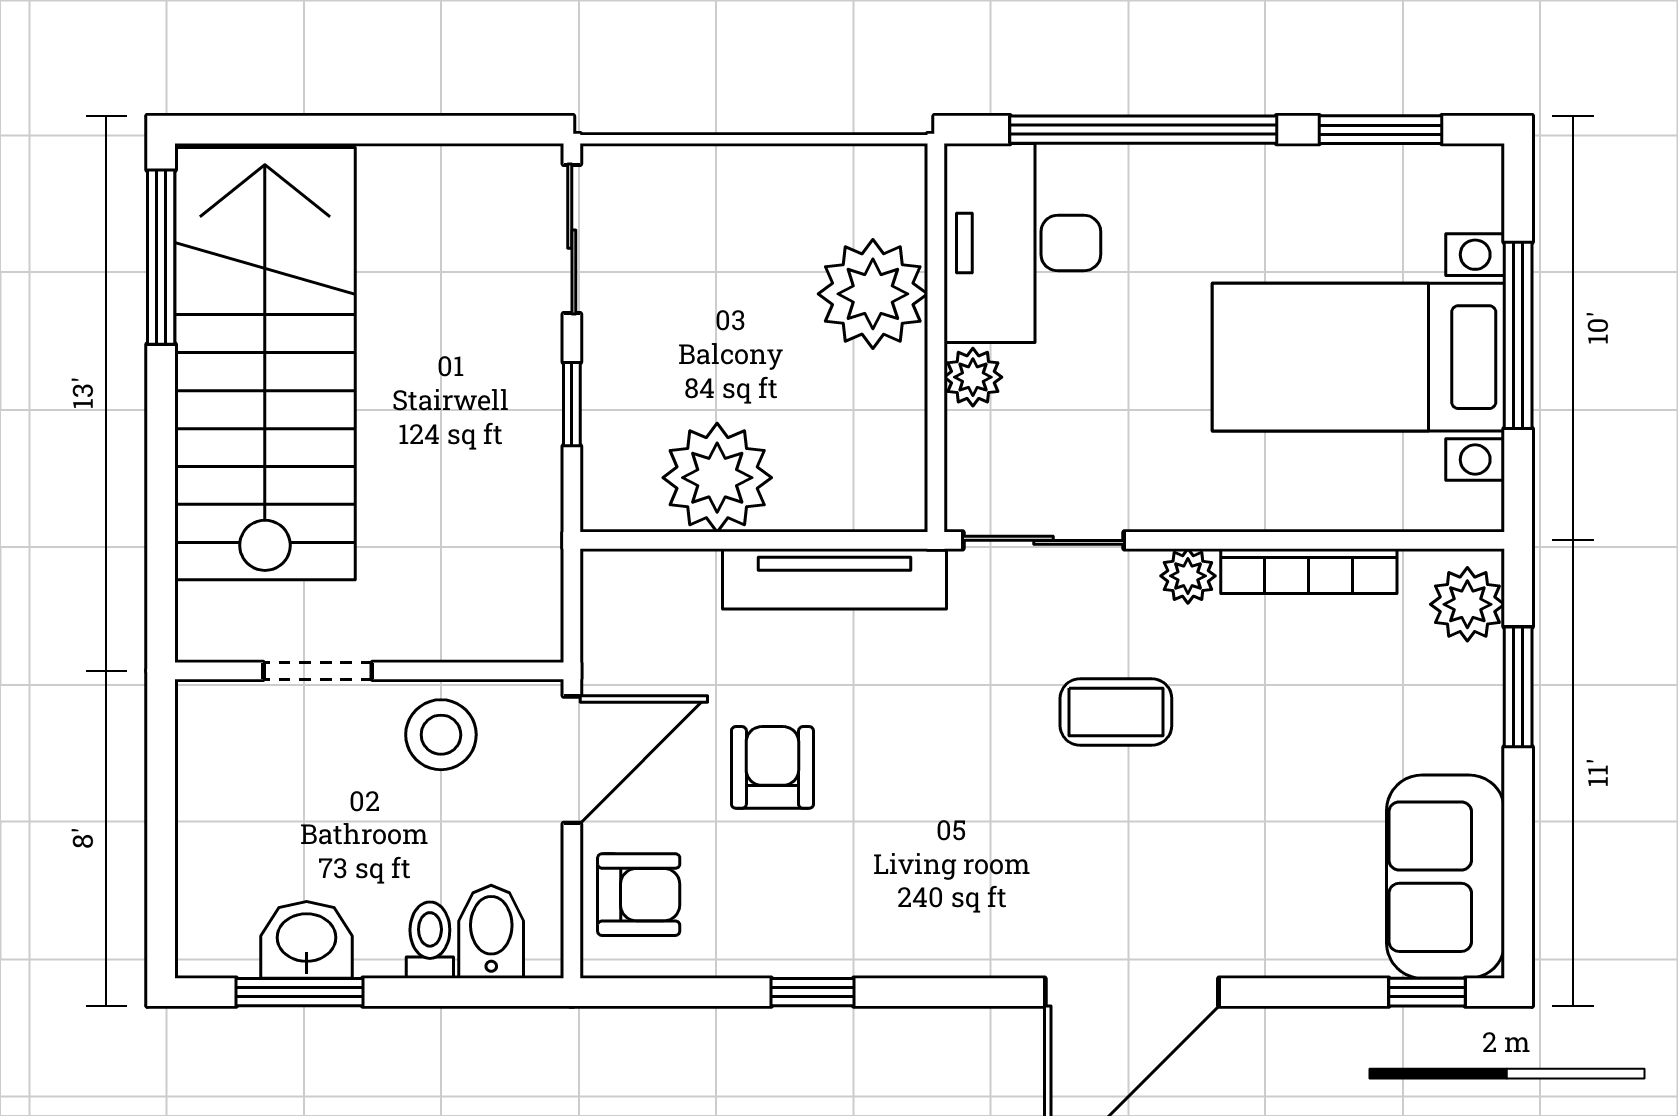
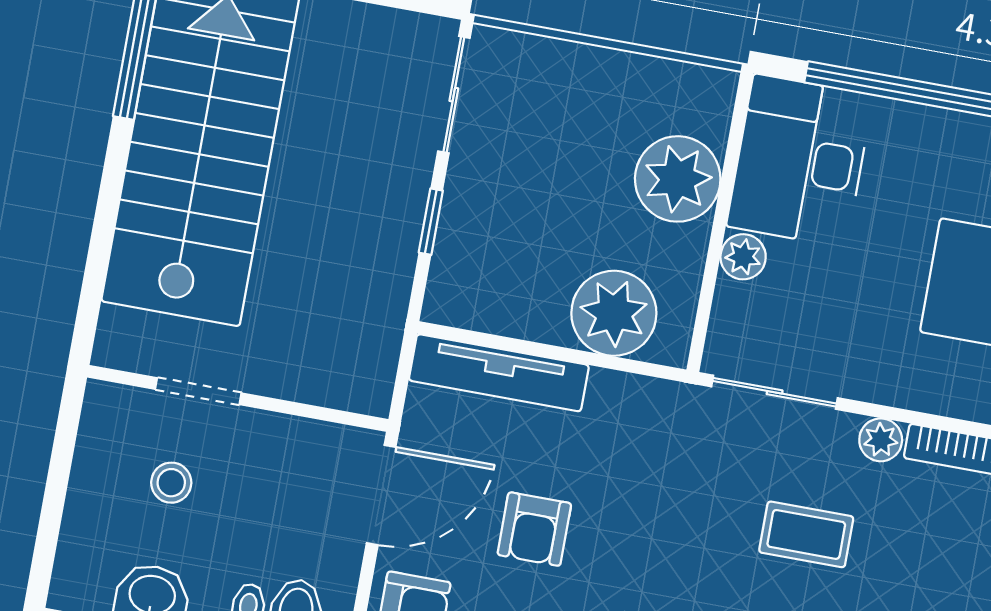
plant: (717, 478) -> (614, 313), moved
tv unit: (835, 579) -> (499, 373), moved
stool: (441, 735) -> (171, 483), moved, width x0.73, depth x0.73
armchair: (772, 767) -> (534, 529), turned 180

